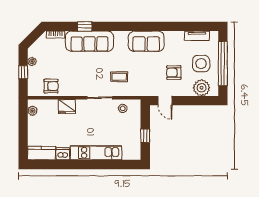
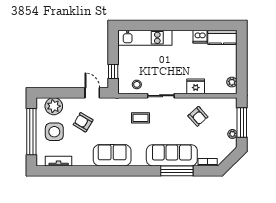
window: (85, 26) -> (177, 171), width x2.17
window: (23, 72) -> (242, 122), width x2.17
armchair: (174, 73) -> (83, 122), turned -149
armchair: (51, 86) -> (198, 116), moved, turned -132
window: (145, 136) -> (113, 72), moved
kitchen unit: (96, 153) -> (145, 38), moved

